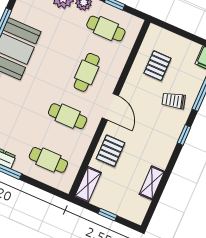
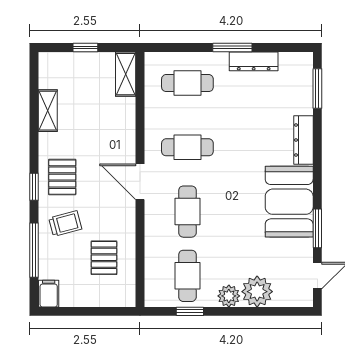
cafe table: (106, 28) -> (187, 276), turned 90
pallet: (111, 151) -> (62, 177), moved

